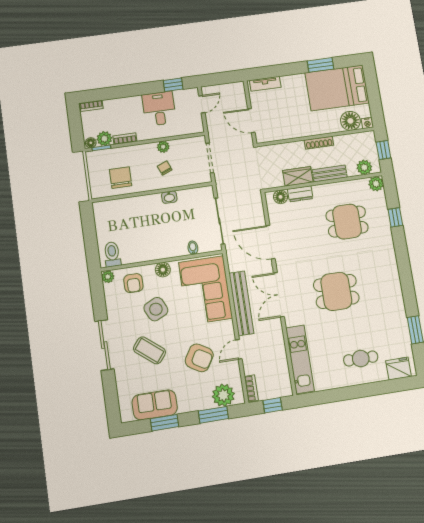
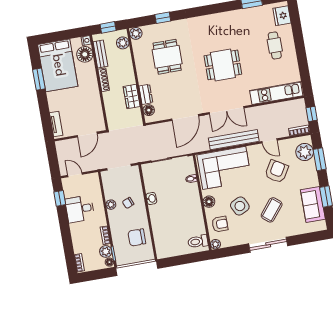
bench: (330, 174) -> (100, 54), moved
dining table: (336, 291) -> (223, 65), turned 90

